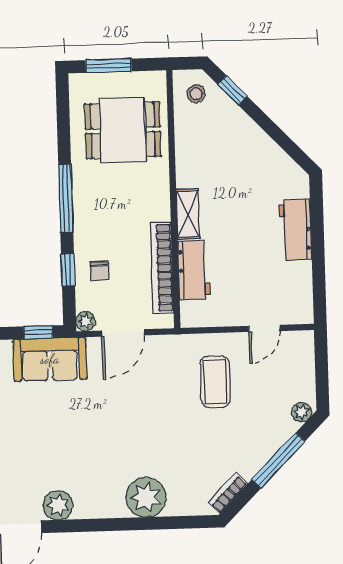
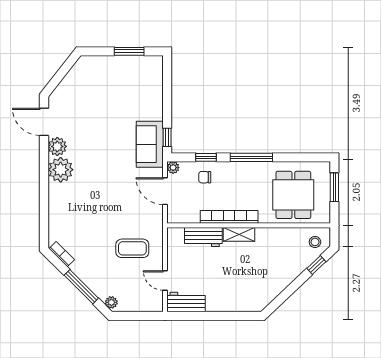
workbench: (295, 230) -> (186, 302), moved
bookcase: (162, 268) -> (229, 217), moved
plant: (146, 497) -> (61, 170), moved

